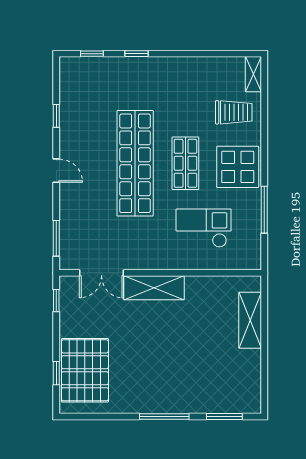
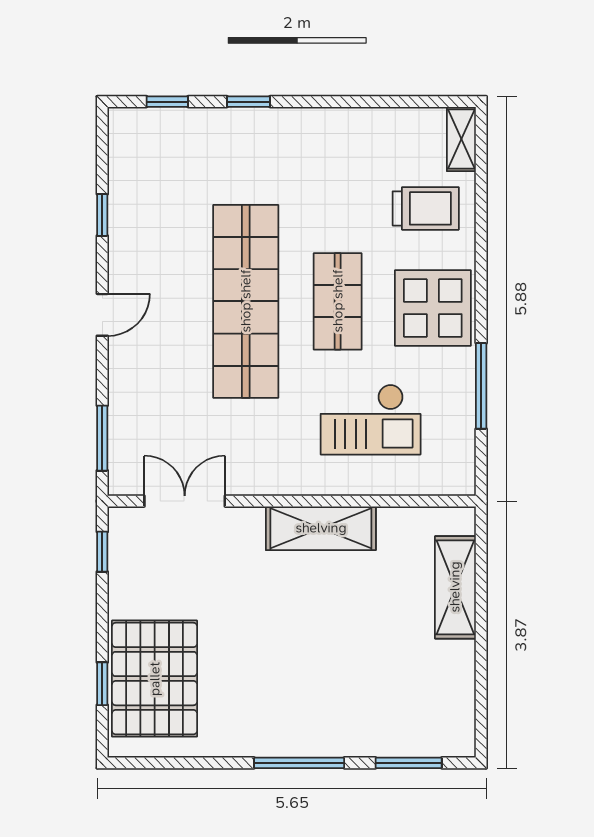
door: (56, 171) -> (102, 315), hinge flipped
checkout: (204, 228) -> (371, 419), turned 180
double door: (101, 273) -> (185, 501), swing flipped
shelving: (154, 288) -> (321, 528), moved

